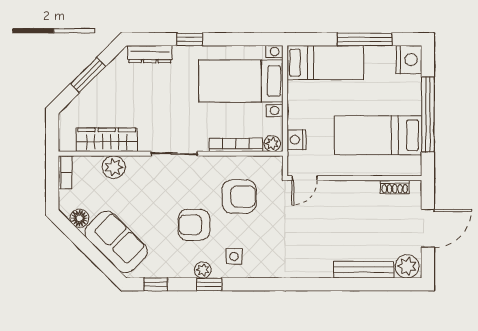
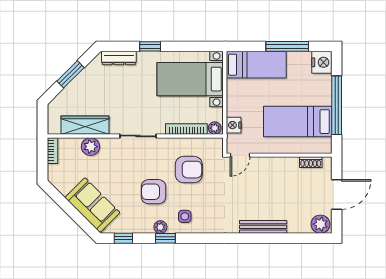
floor lamp: (79, 218) -> (64, 187), removed
bench: (364, 270) -> (263, 227), moved

